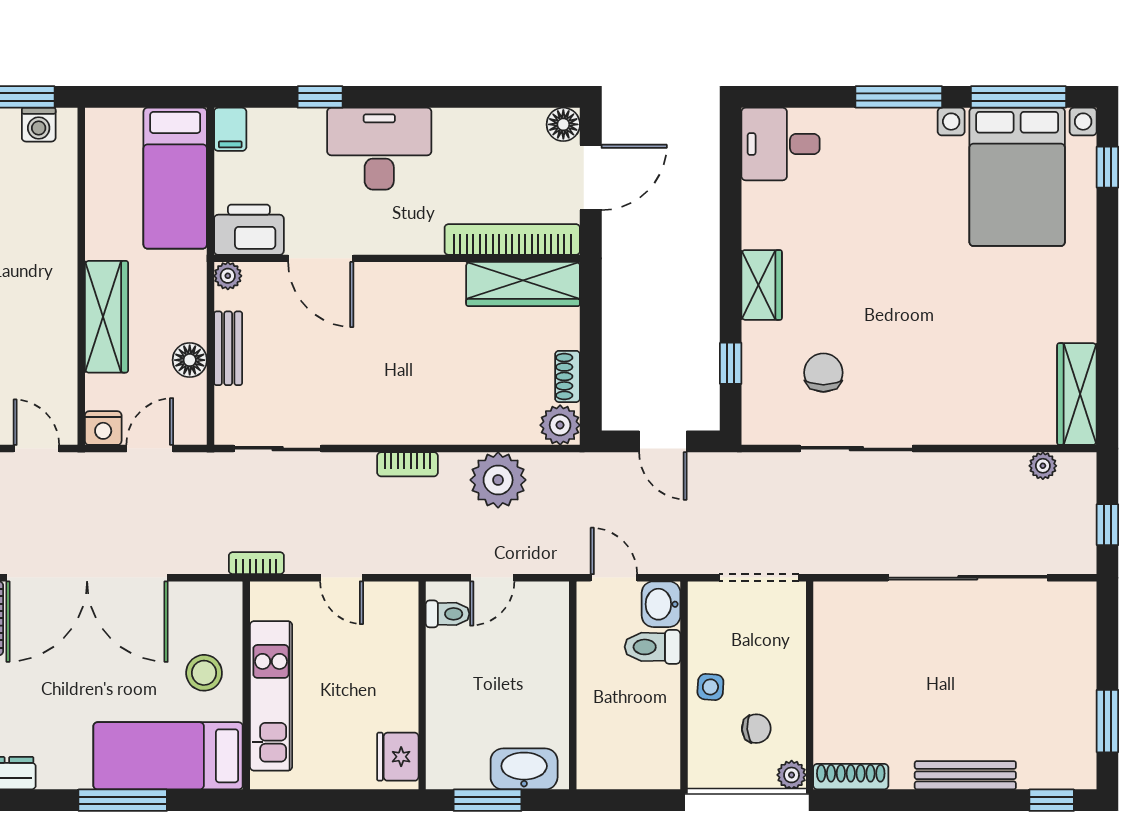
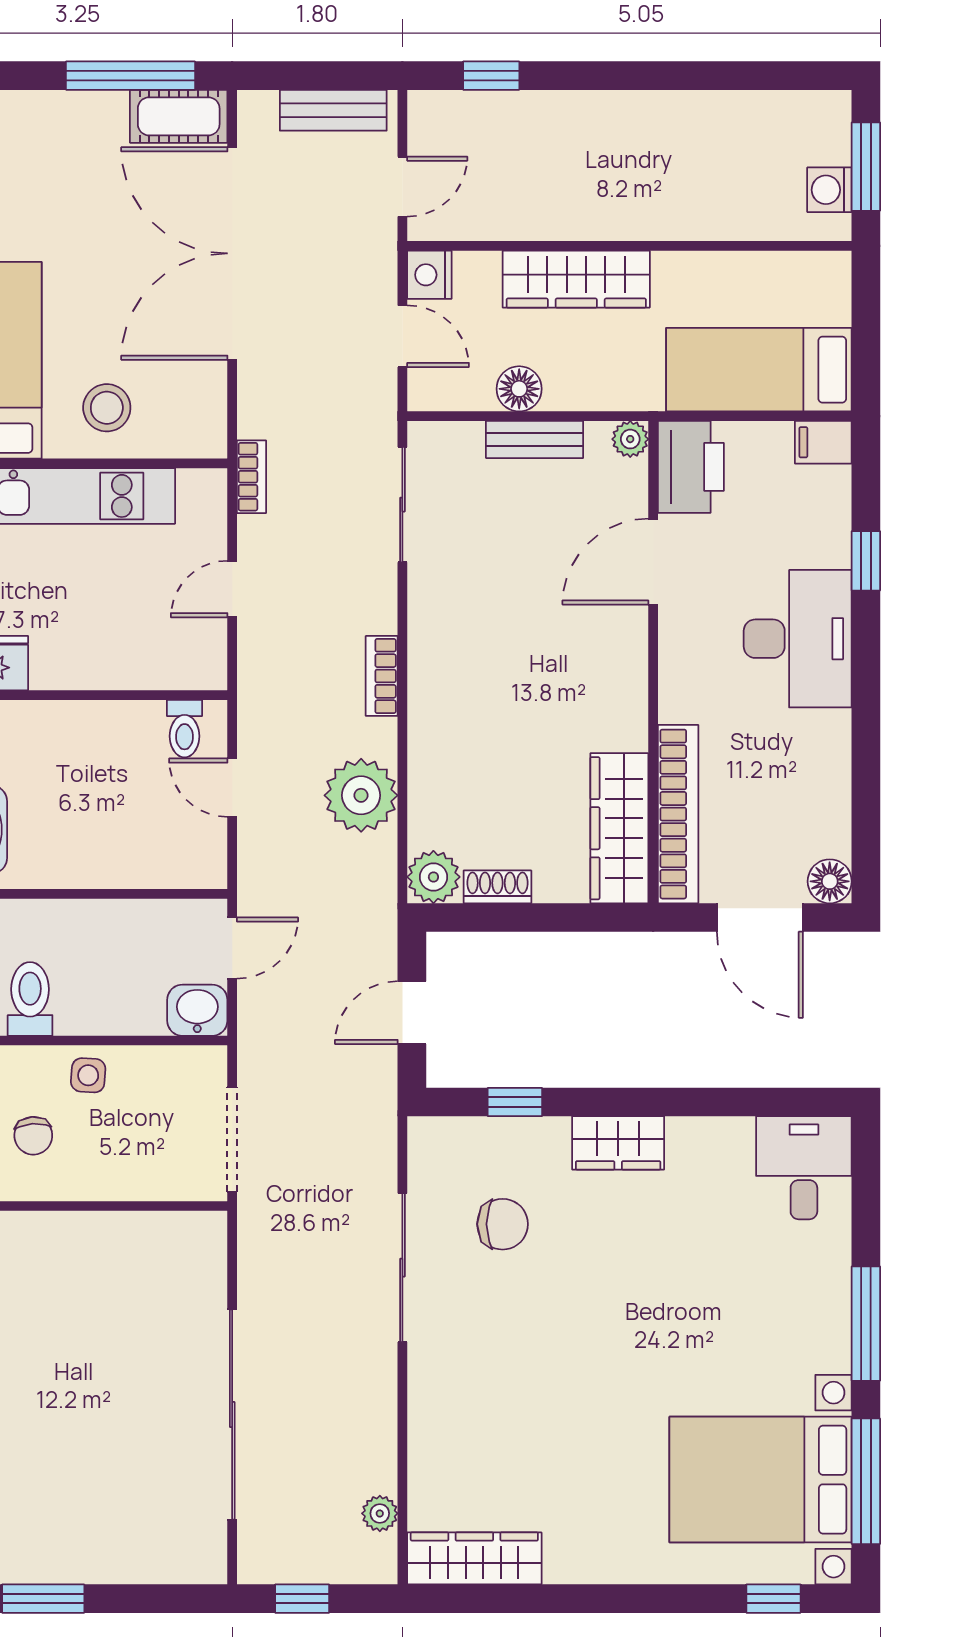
toilet: (652, 647) -> (30, 999), moved

